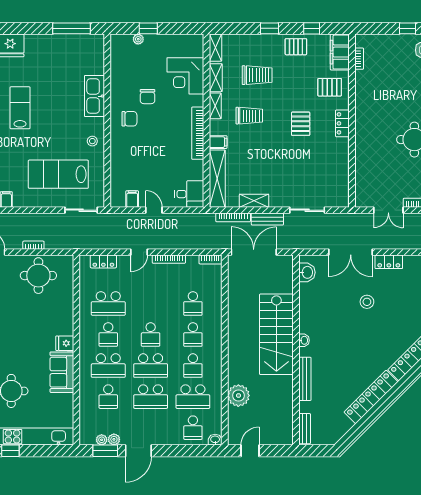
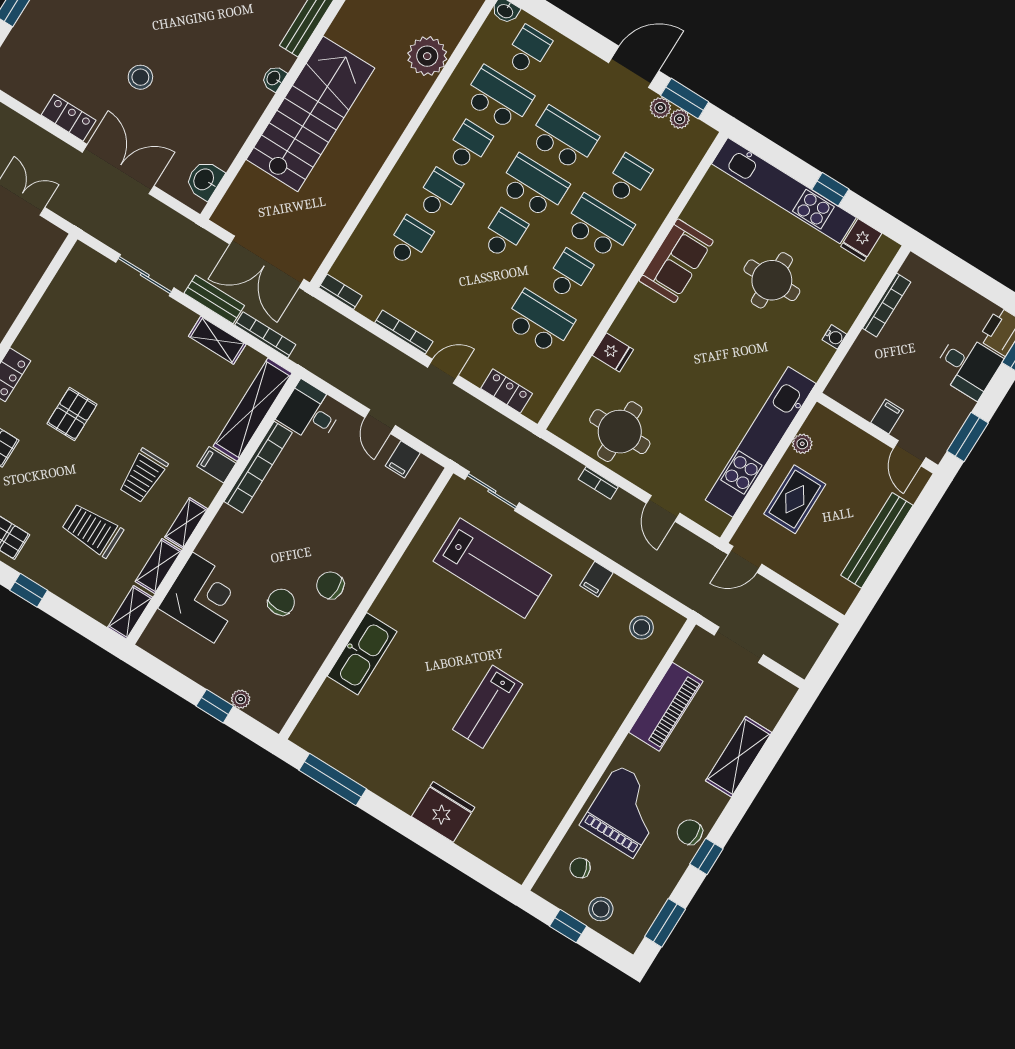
trolley: (249, 116) -> (143, 476), turned -90
bookcase: (198, 133) -> (258, 467), moved
stool: (92, 141) -> (409, 587), removed
fridge: (65, 343) -> (613, 352), moved

